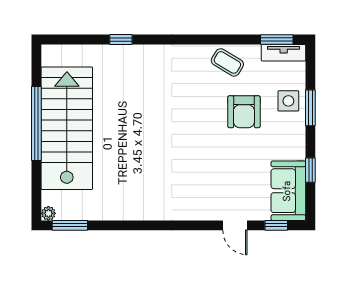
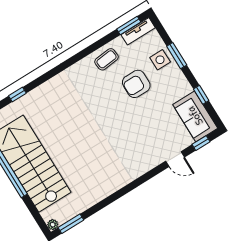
window: (121, 40) -> (17, 95), moved
coffee table: (227, 62) -> (106, 59), turned -37
armchair: (244, 112) -> (136, 84), turned 90

